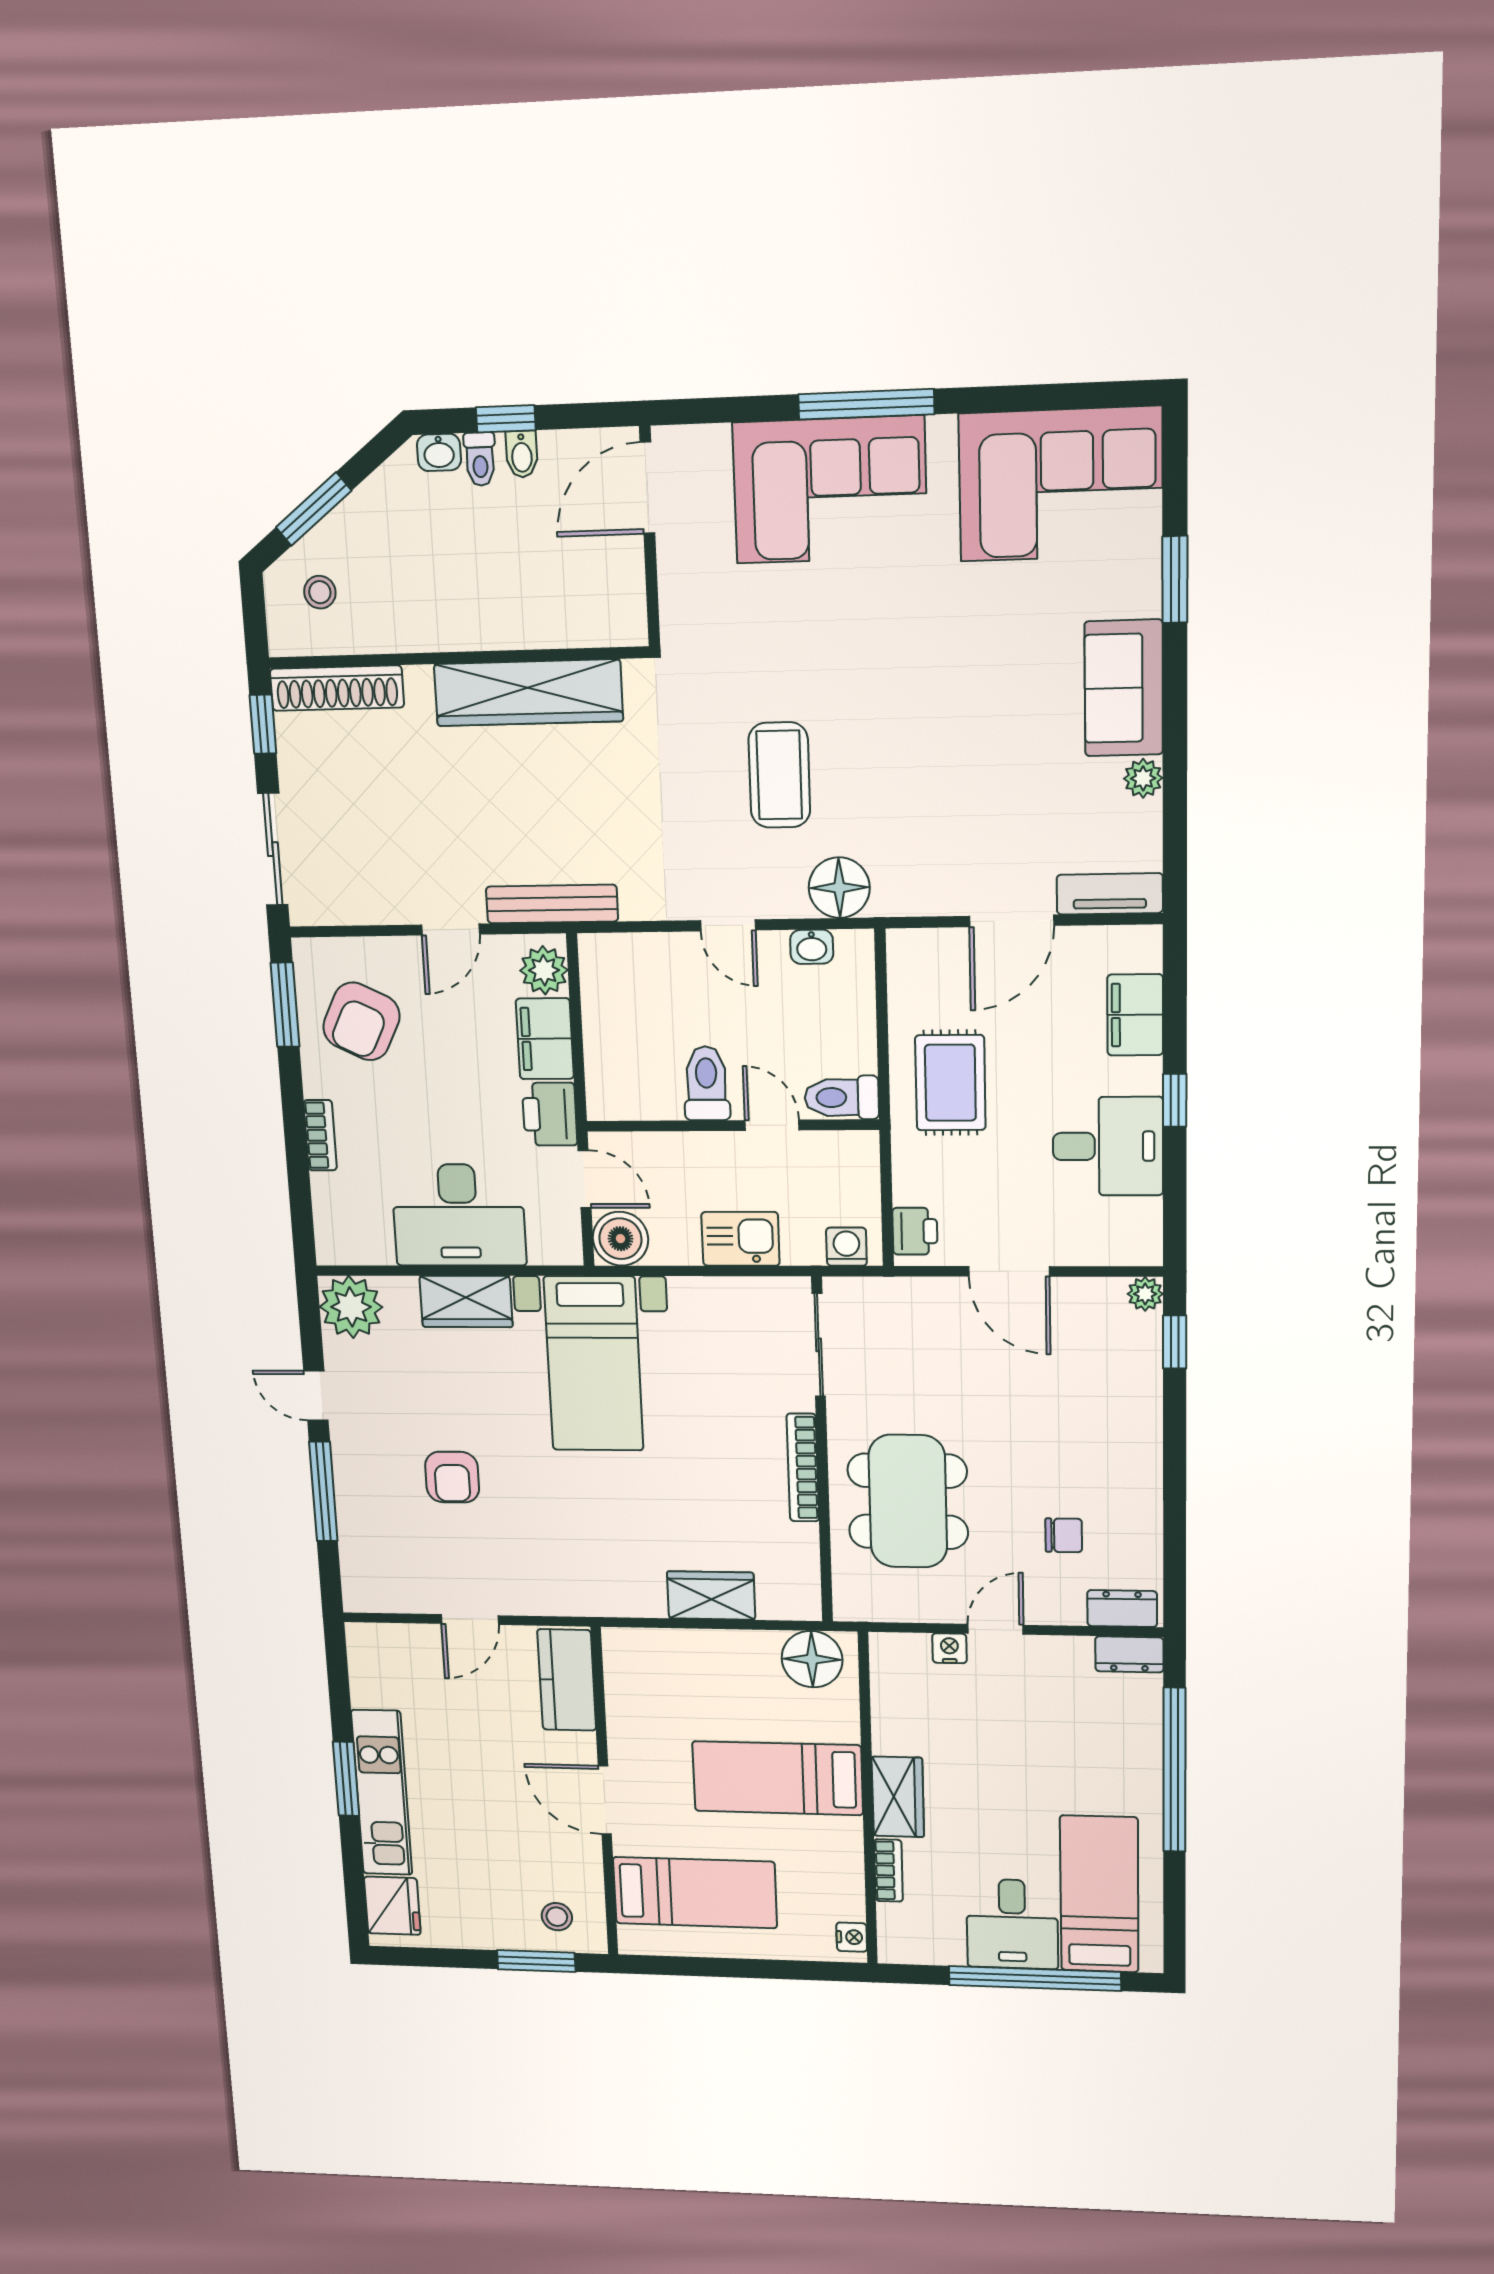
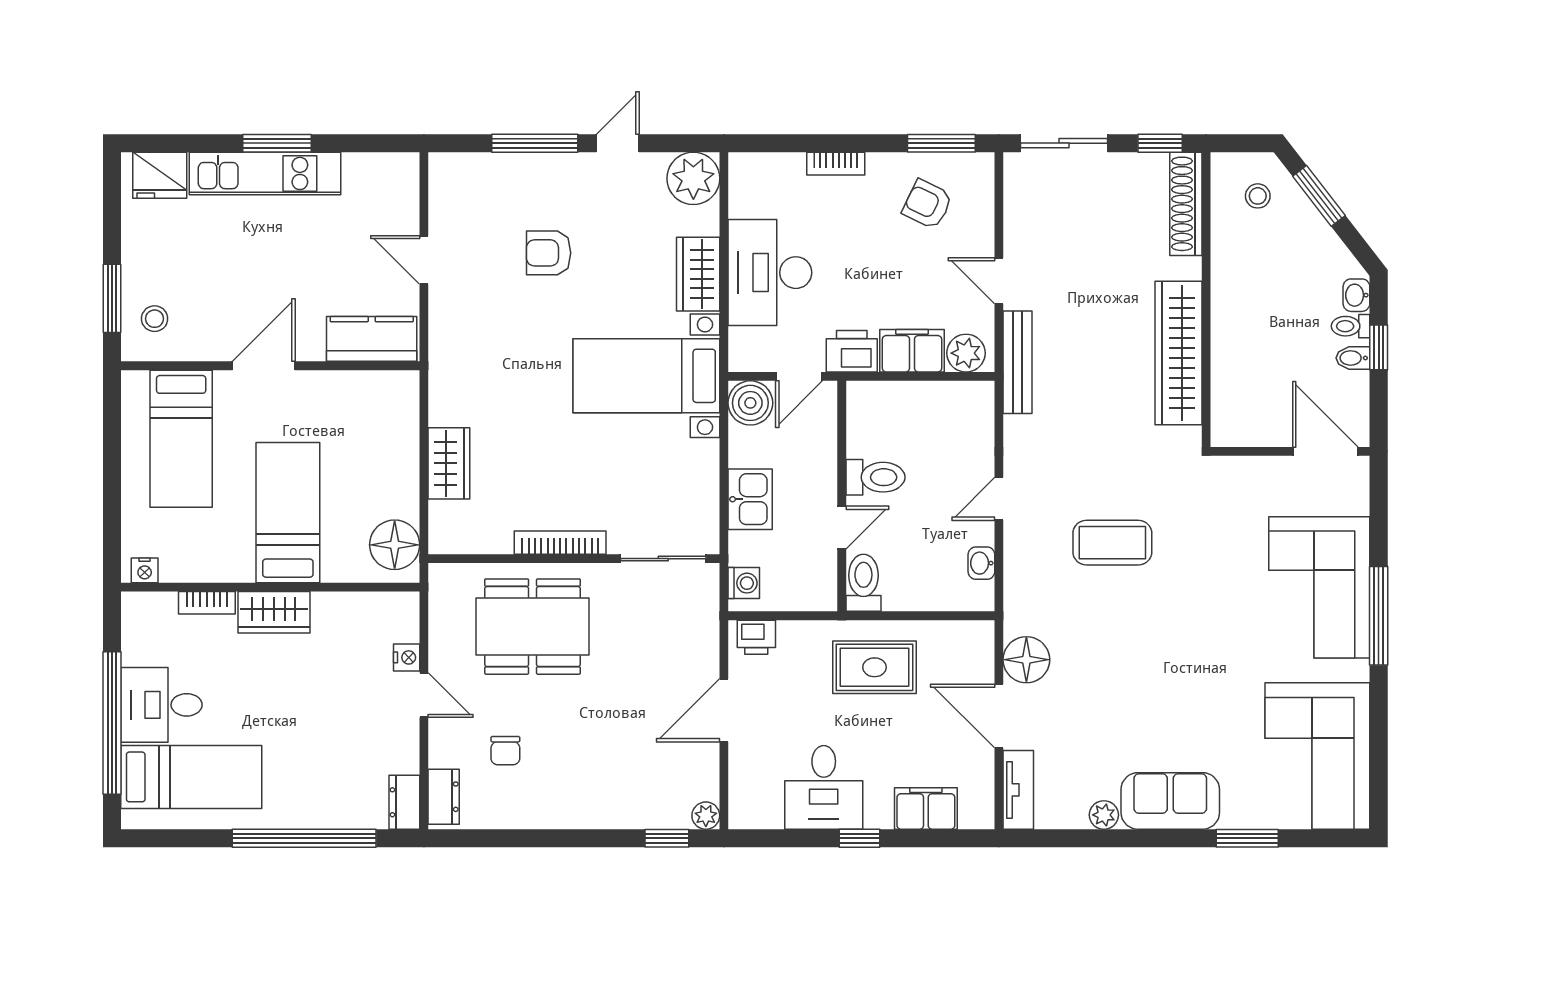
floor lamp: (839, 888) -> (1026, 660), moved
armchair: (361, 1021) -> (927, 204), width x0.72, depth x0.72

